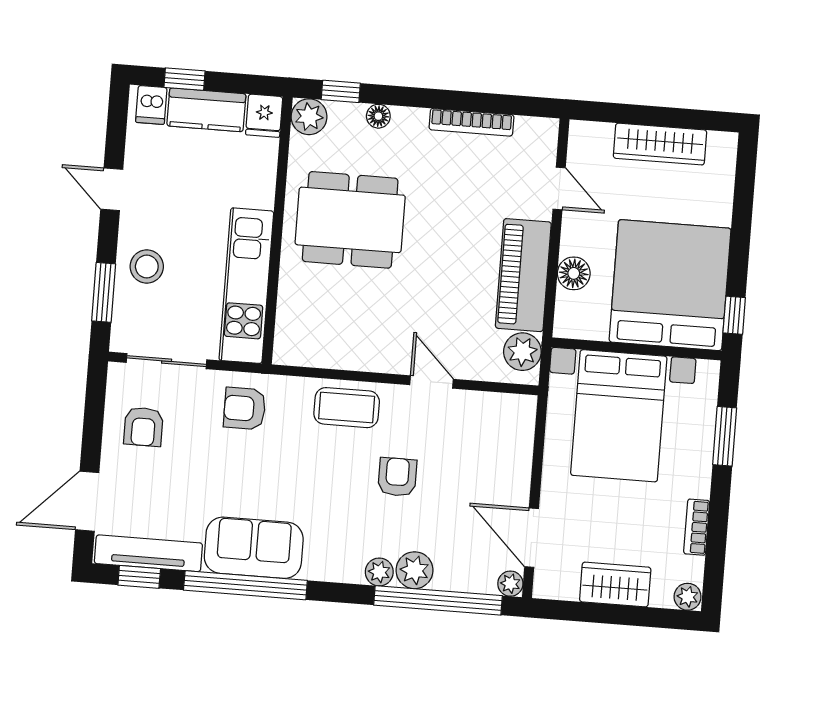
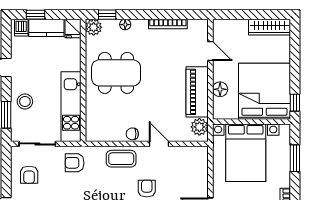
wardrobe: (660, 144) -> (269, 27), moved
chair: (375, 355) -> (132, 134), added

